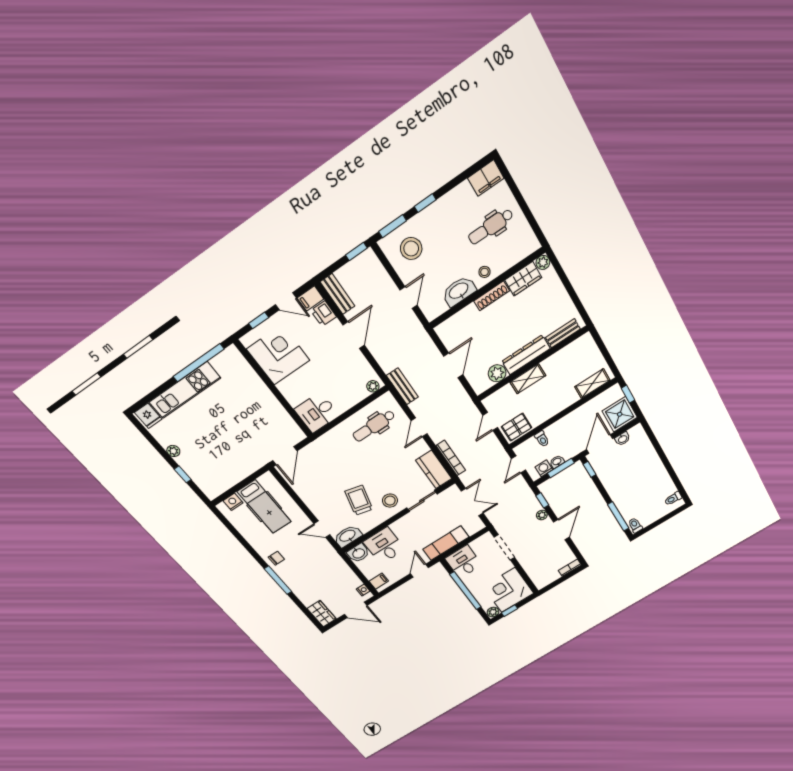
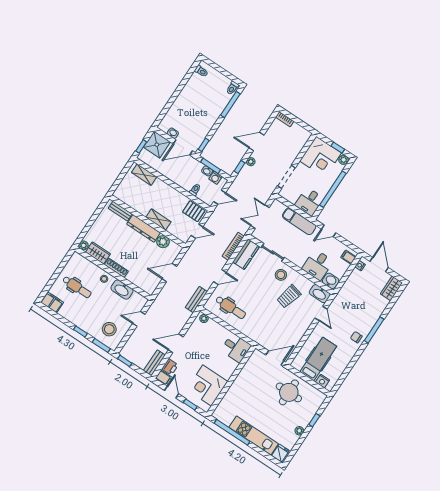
round table: (232, 456) -> (289, 392), added

